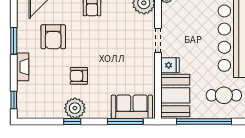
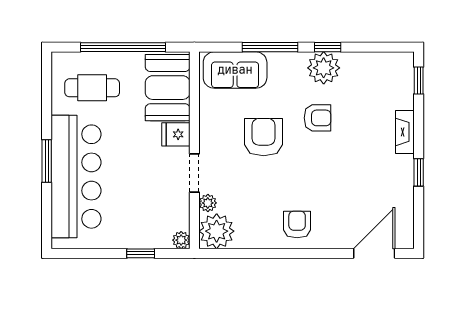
plant: (149, 21) -> (208, 203), added
armchair: (53, 37) -> (264, 137), moved
window: (14, 41) -> (419, 172), width x0.67
window: (125, 121) -> (270, 47), moved

